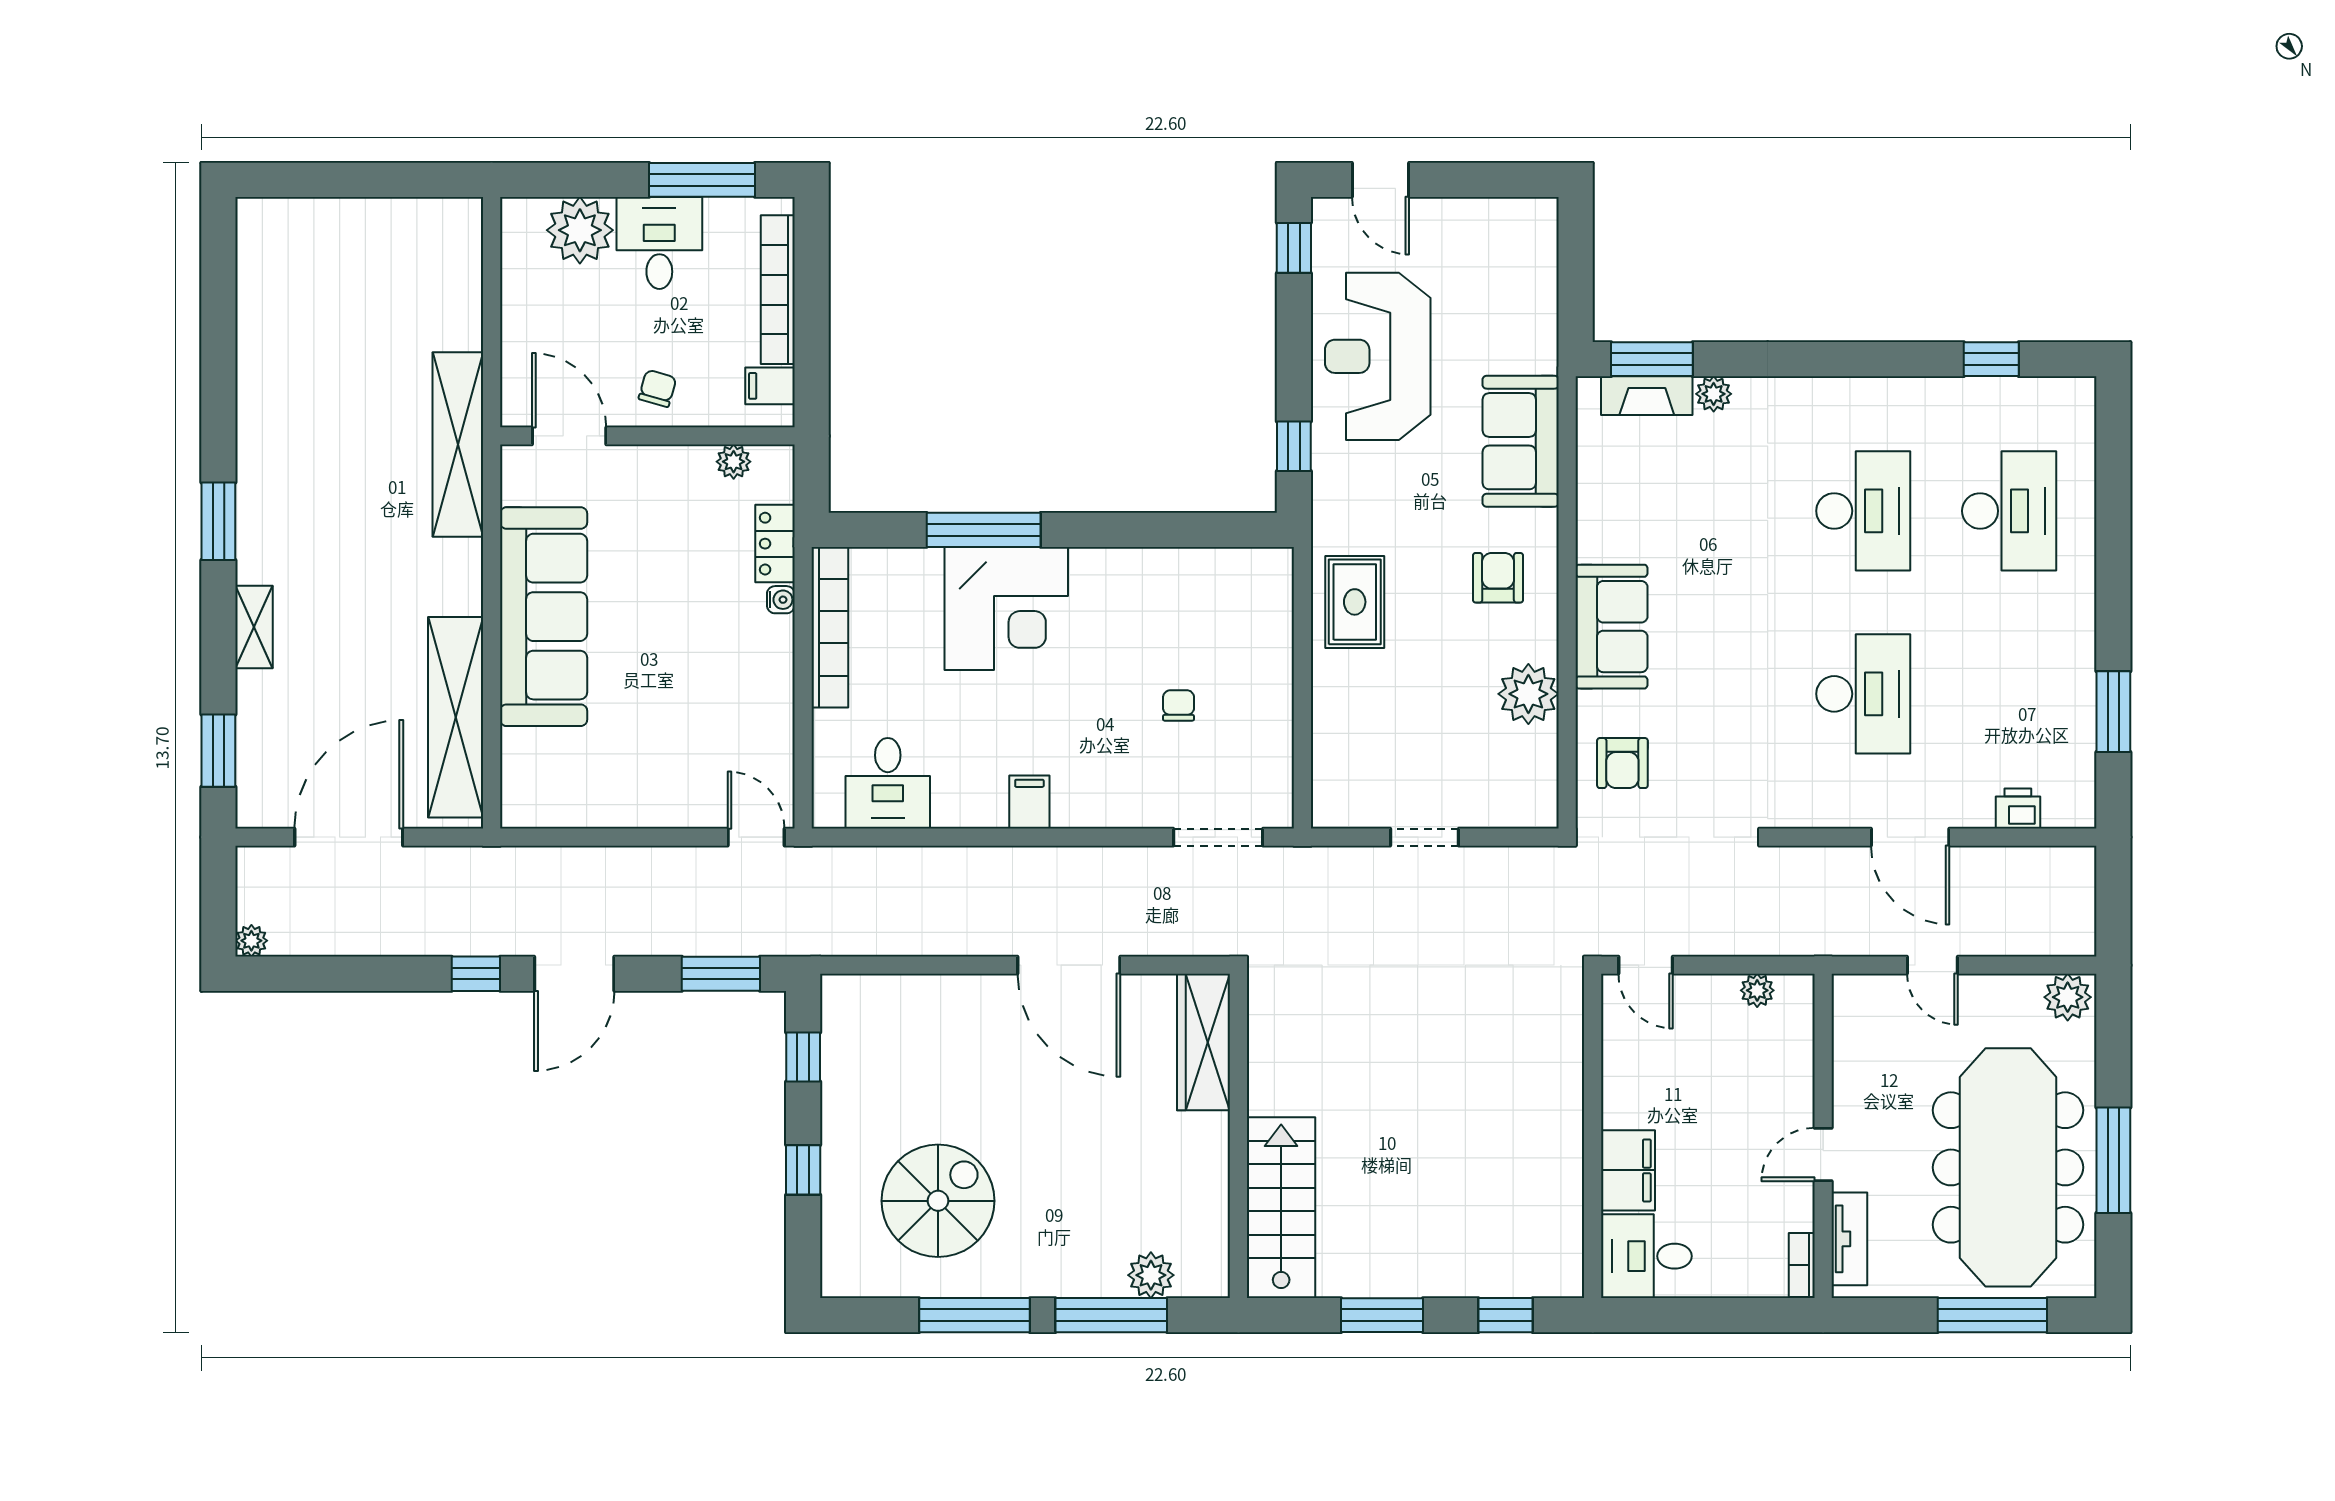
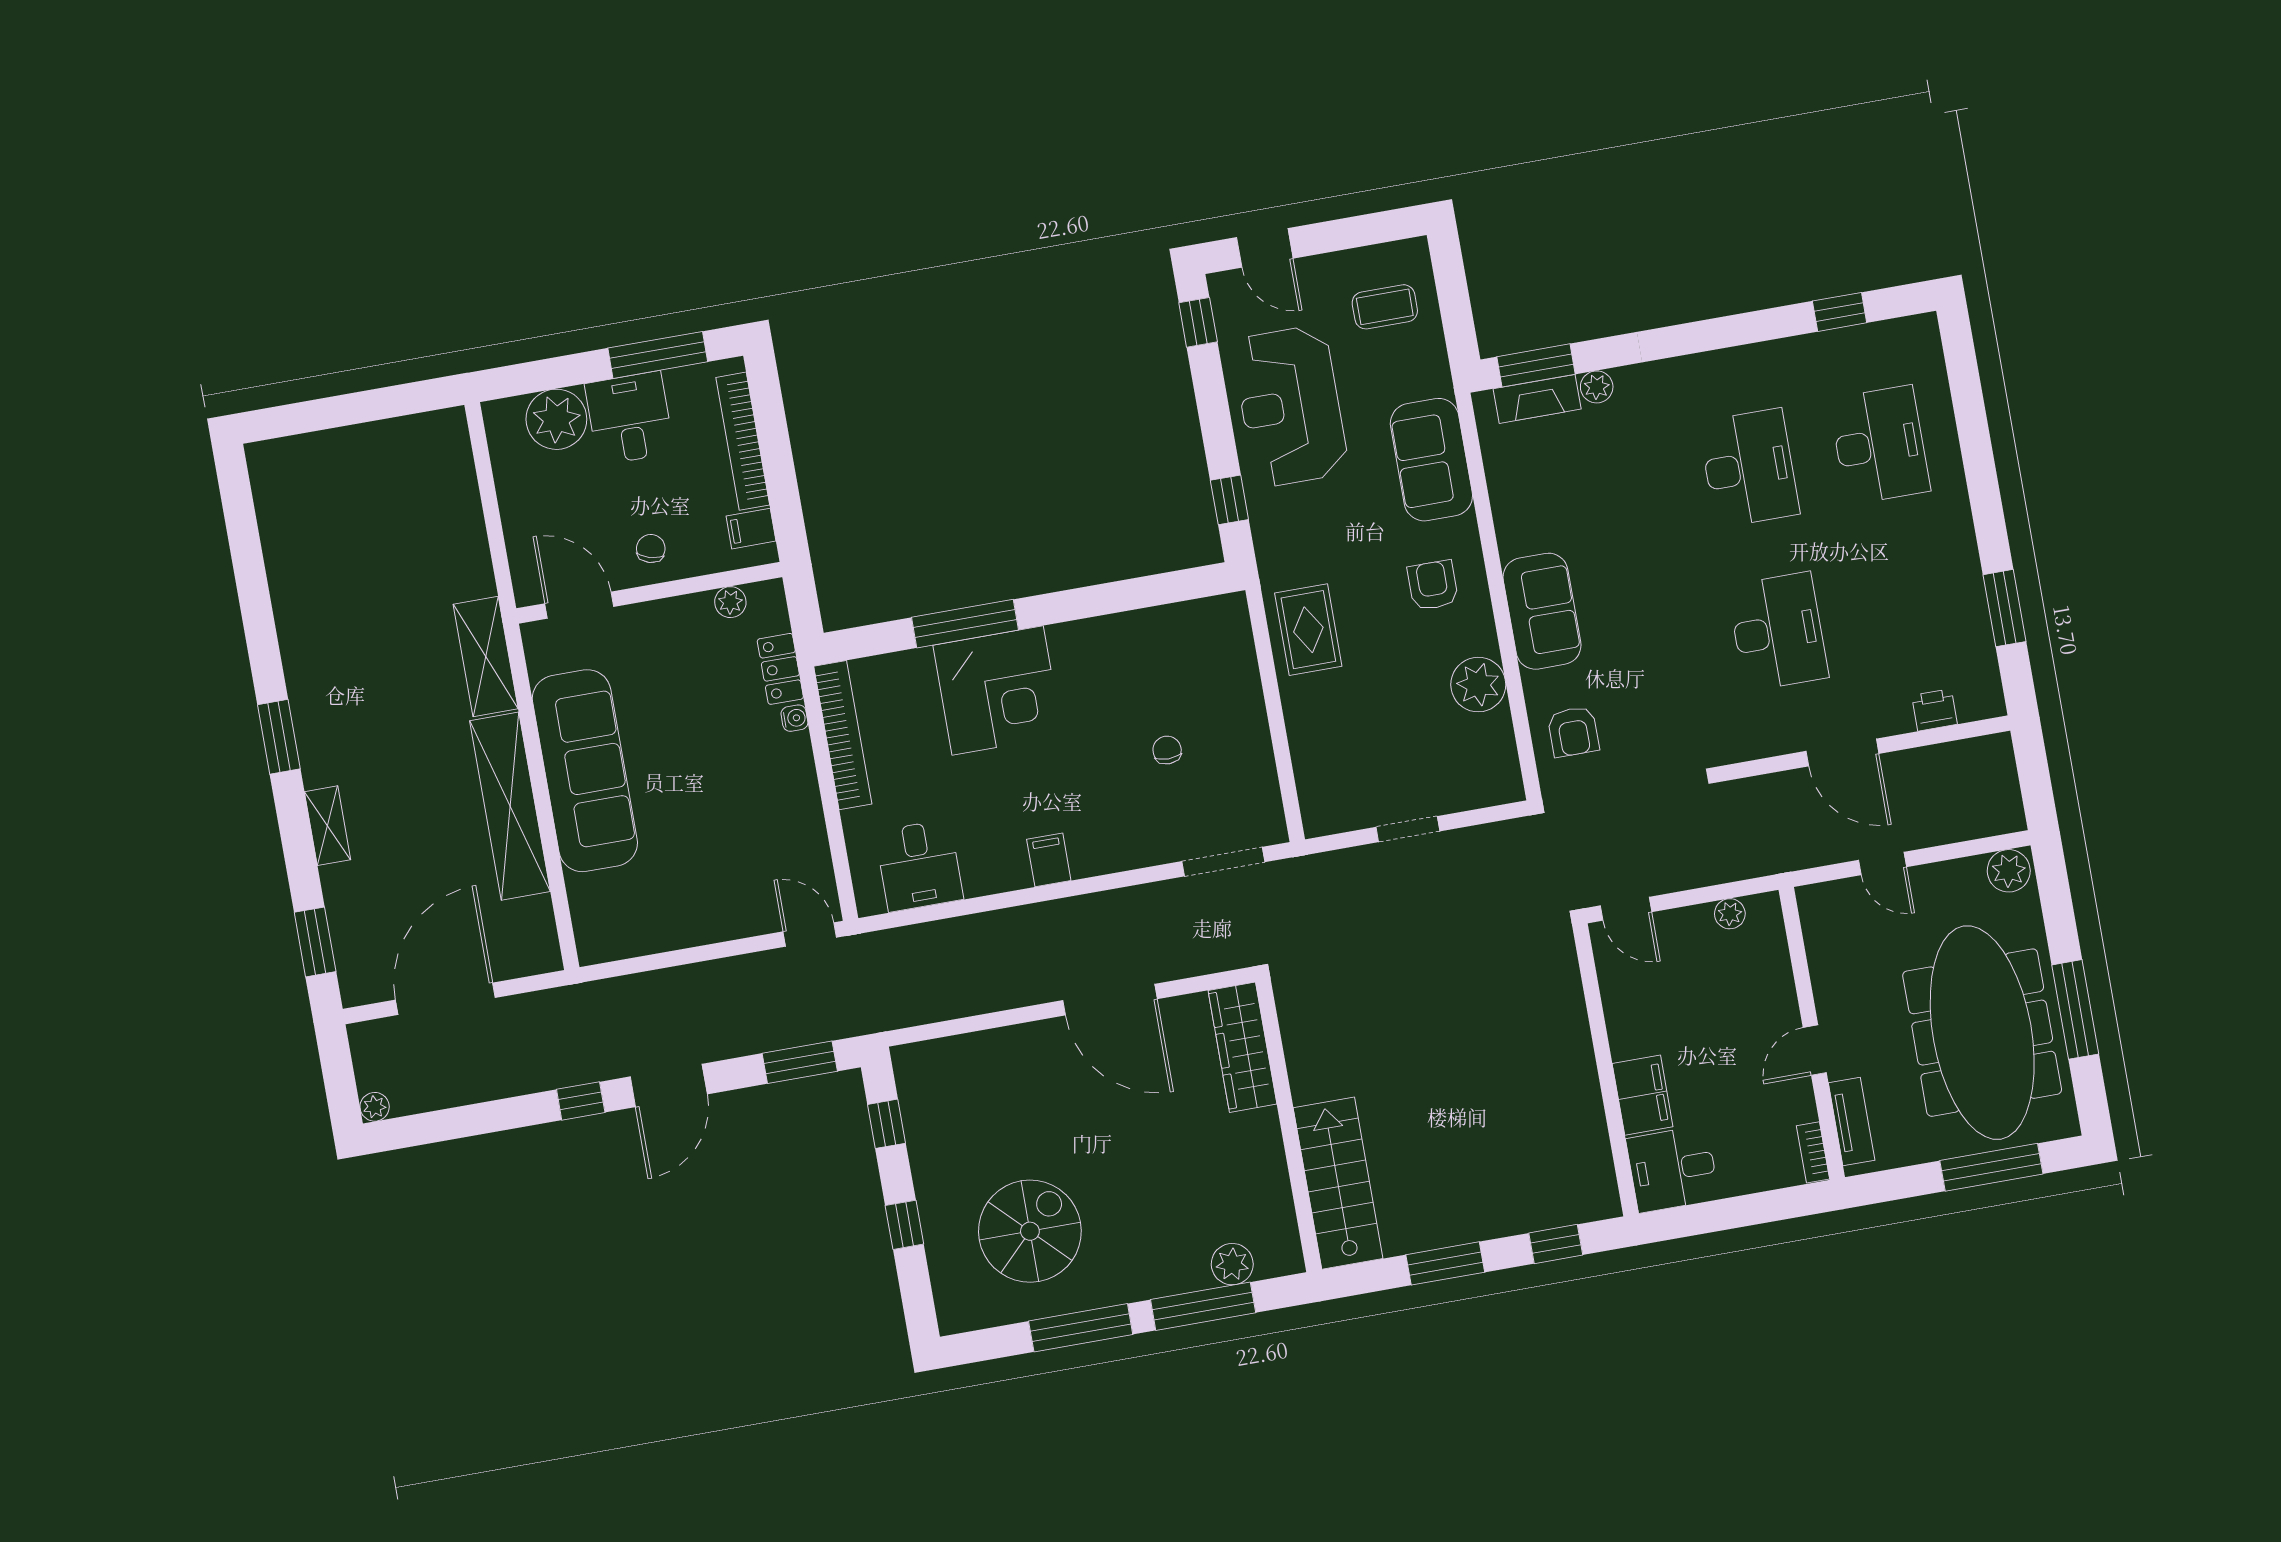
coffee table: (1499, 267) -> (1385, 307), added
shelving: (458, 445) -> (486, 657), width x0.68
shelving: (456, 717) -> (510, 806), moved

